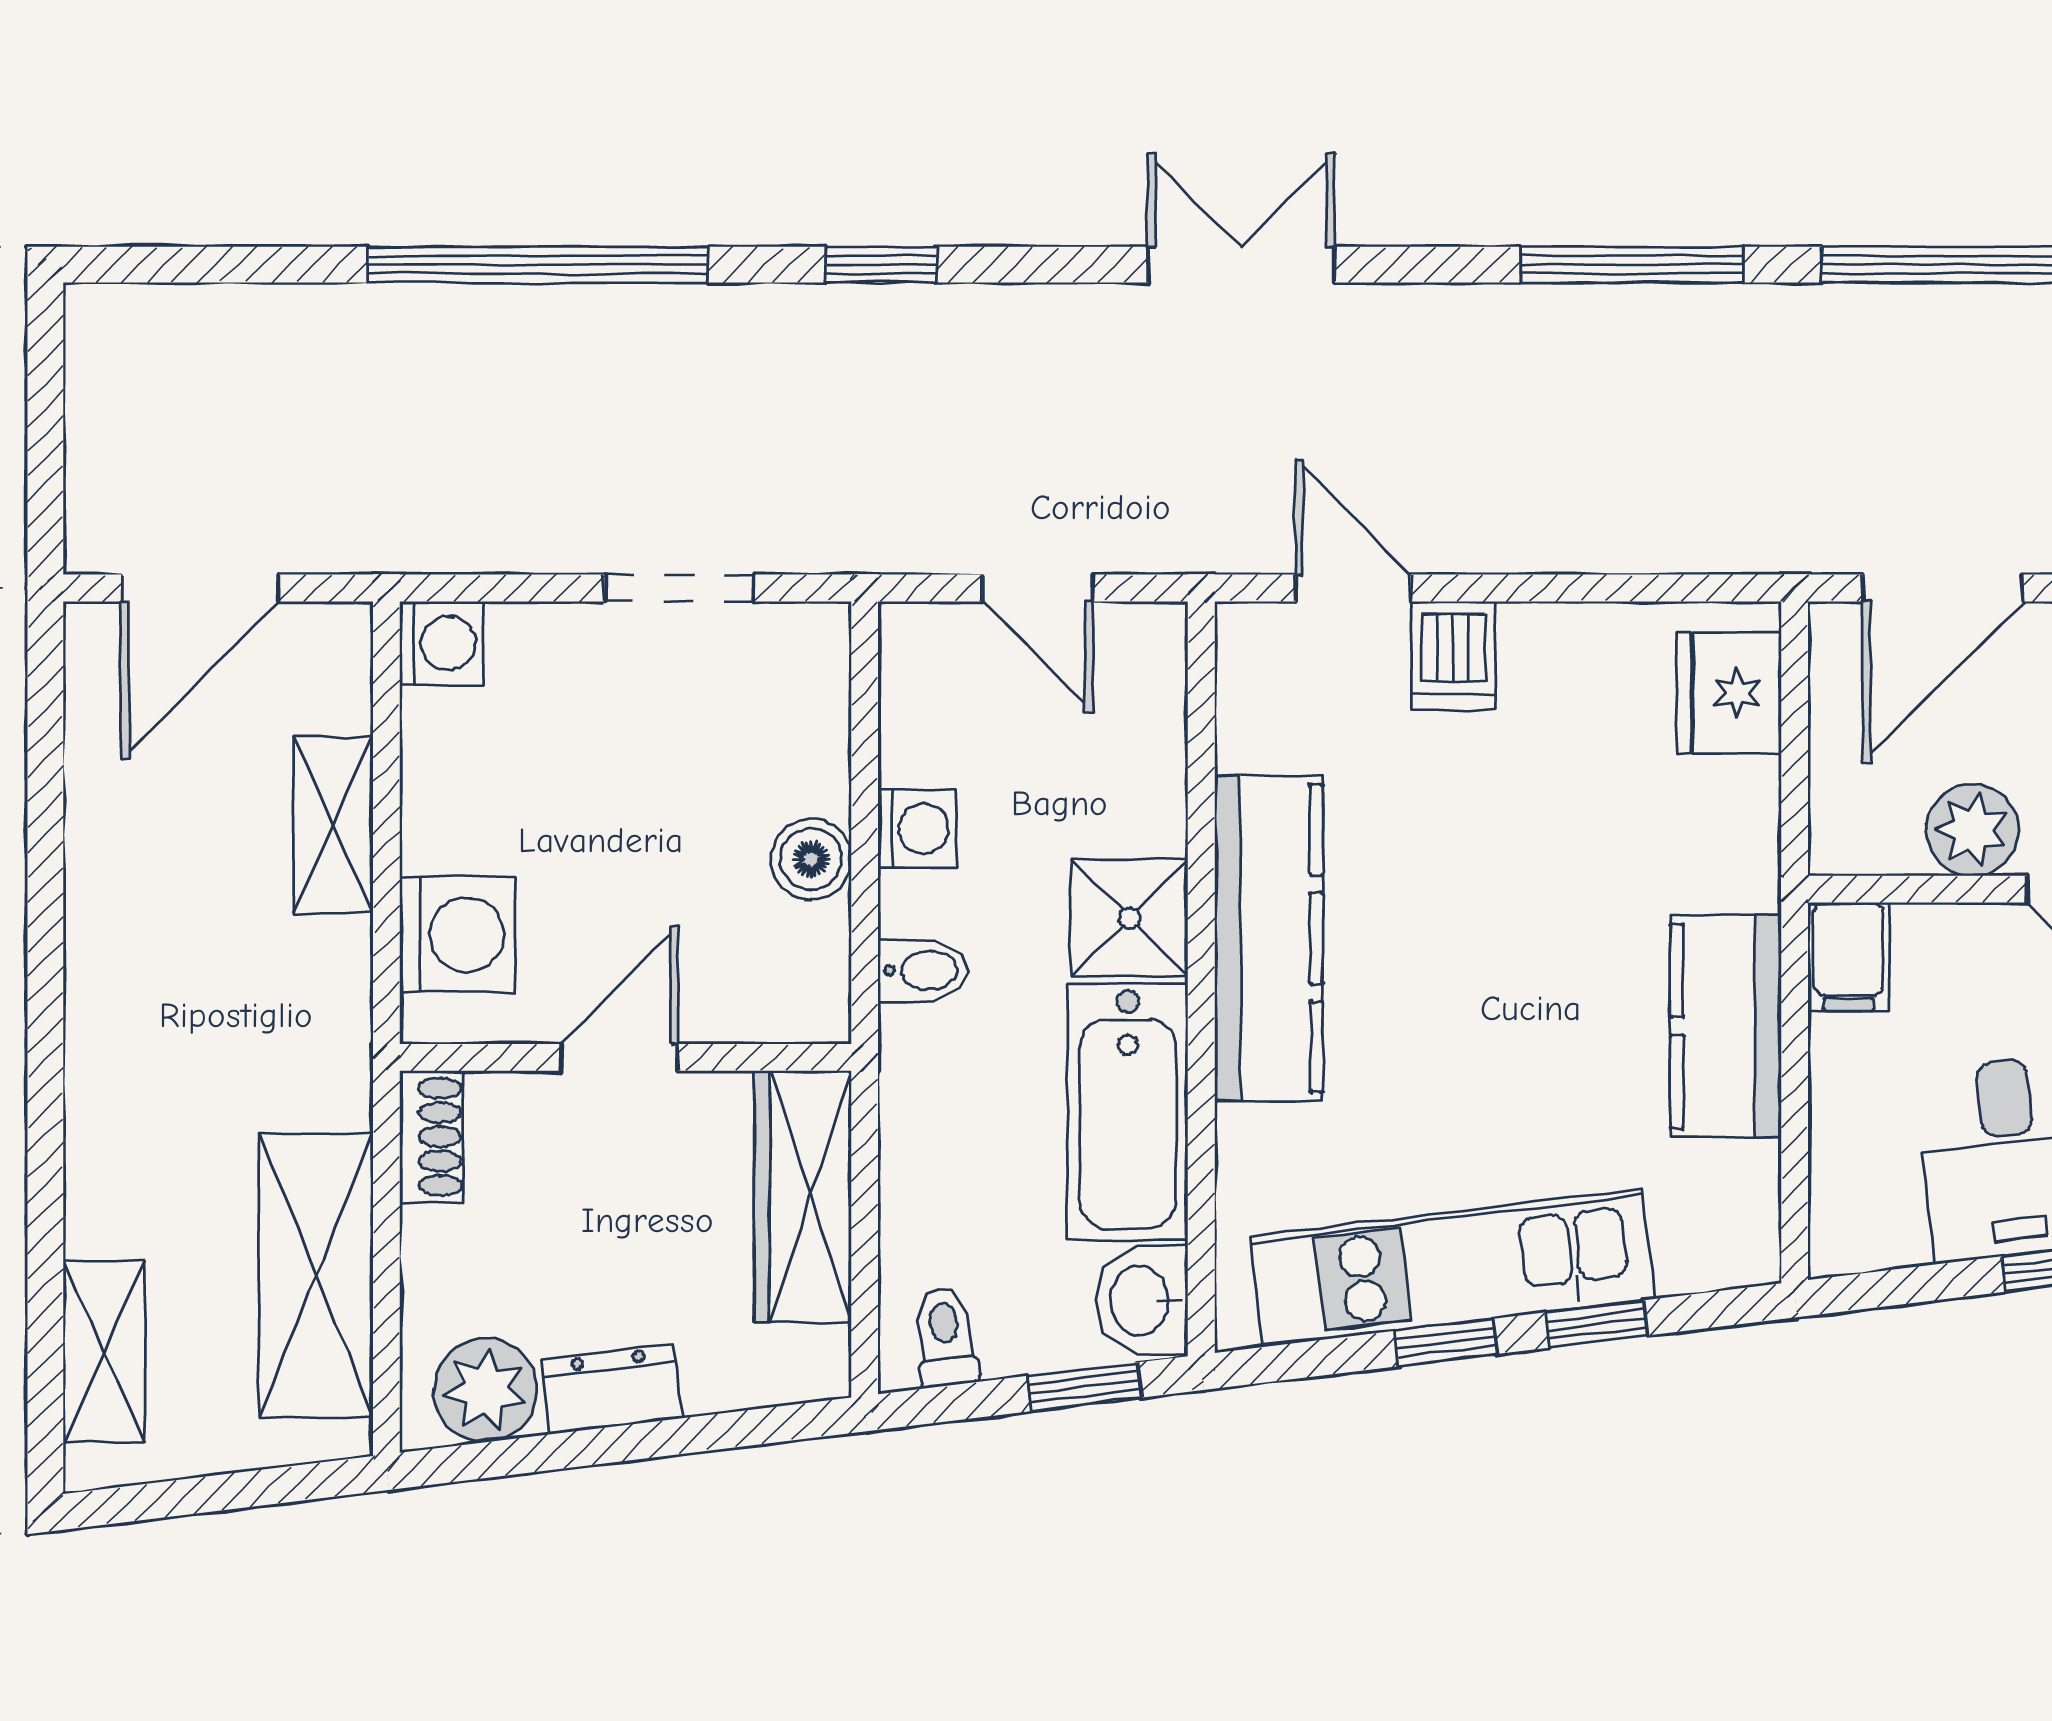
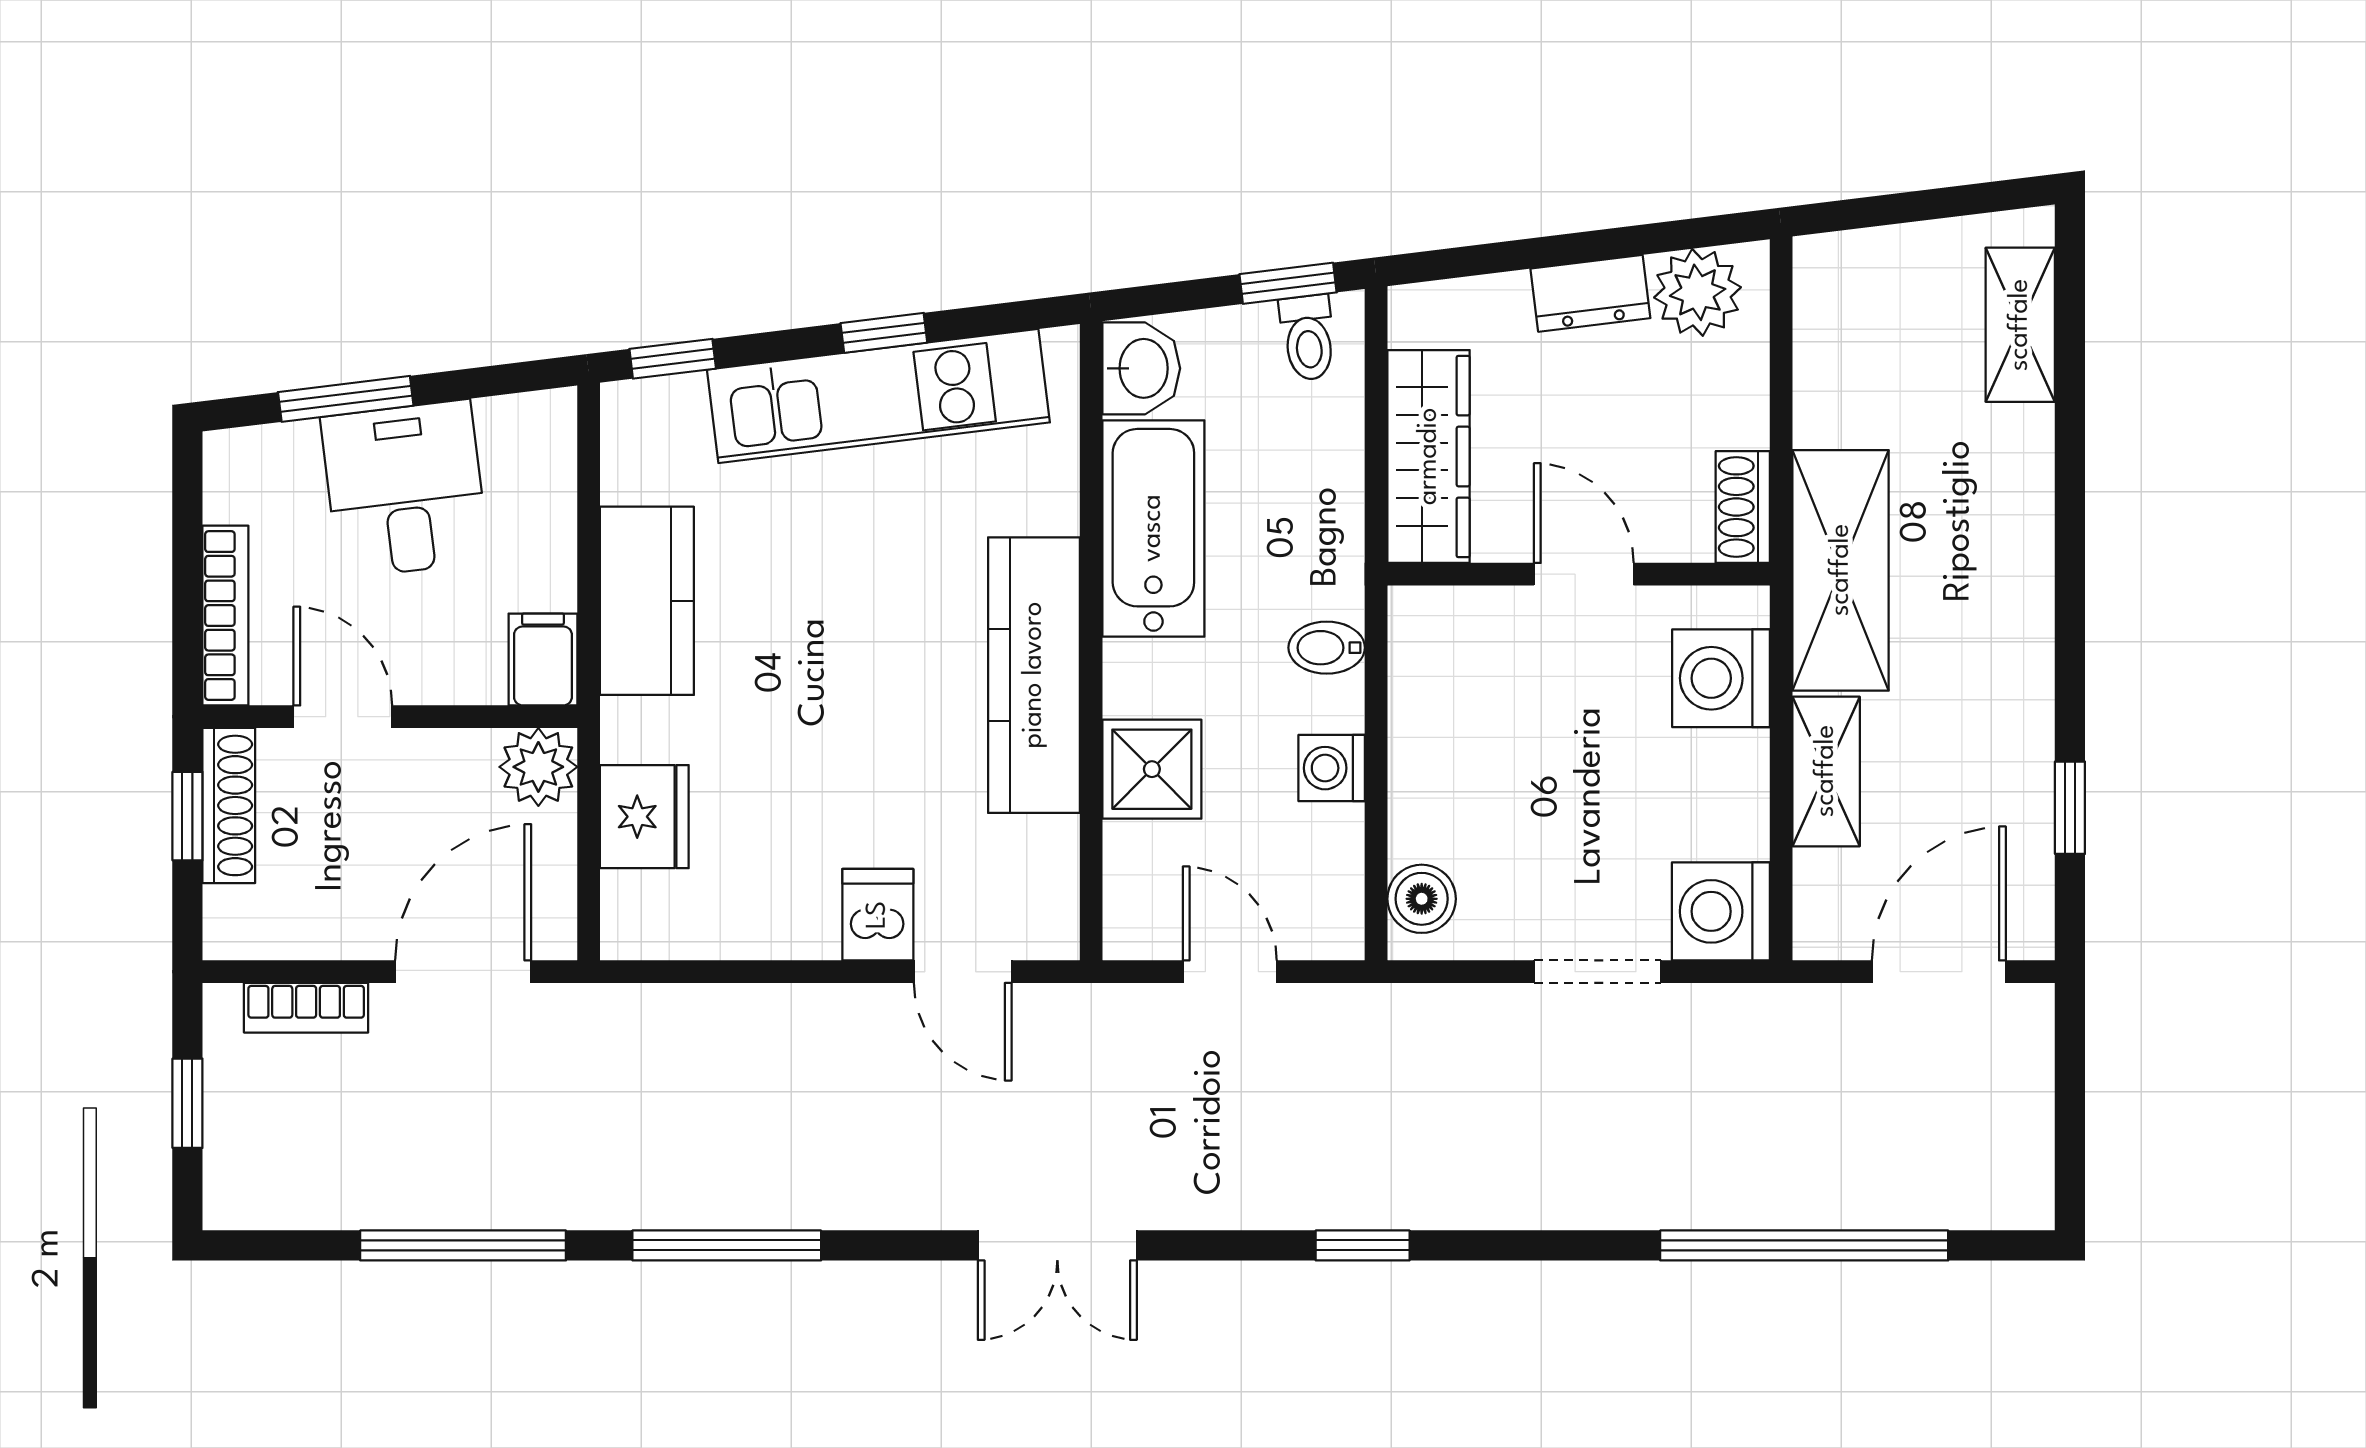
window: (538, 265) -> (1804, 1245), moved
doorway: (679, 588) -> (1597, 972), moved
washing machine: (442, 643) -> (1721, 911), width x1.38, depth x1.38
fridge: (1729, 693) -> (644, 817), moved
window: (45, 782) -> (2070, 808), added
plant: (1972, 830) -> (538, 767), moved
boiler: (811, 859) -> (1422, 899), moved
shower: (1130, 918) -> (1152, 769), moved
door: (619, 1057) -> (1584, 574), swing flipped
shelving: (316, 1275) -> (1841, 570), moved
window: (1597, 1324) -> (673, 359), moved
window: (1084, 1387) -> (1288, 283), moved

